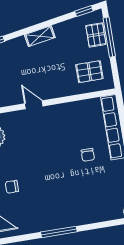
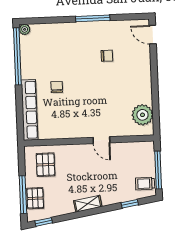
pallet: (89, 72) -> (46, 165), turned 90
chair: (12, 187) -> (107, 56), moved

